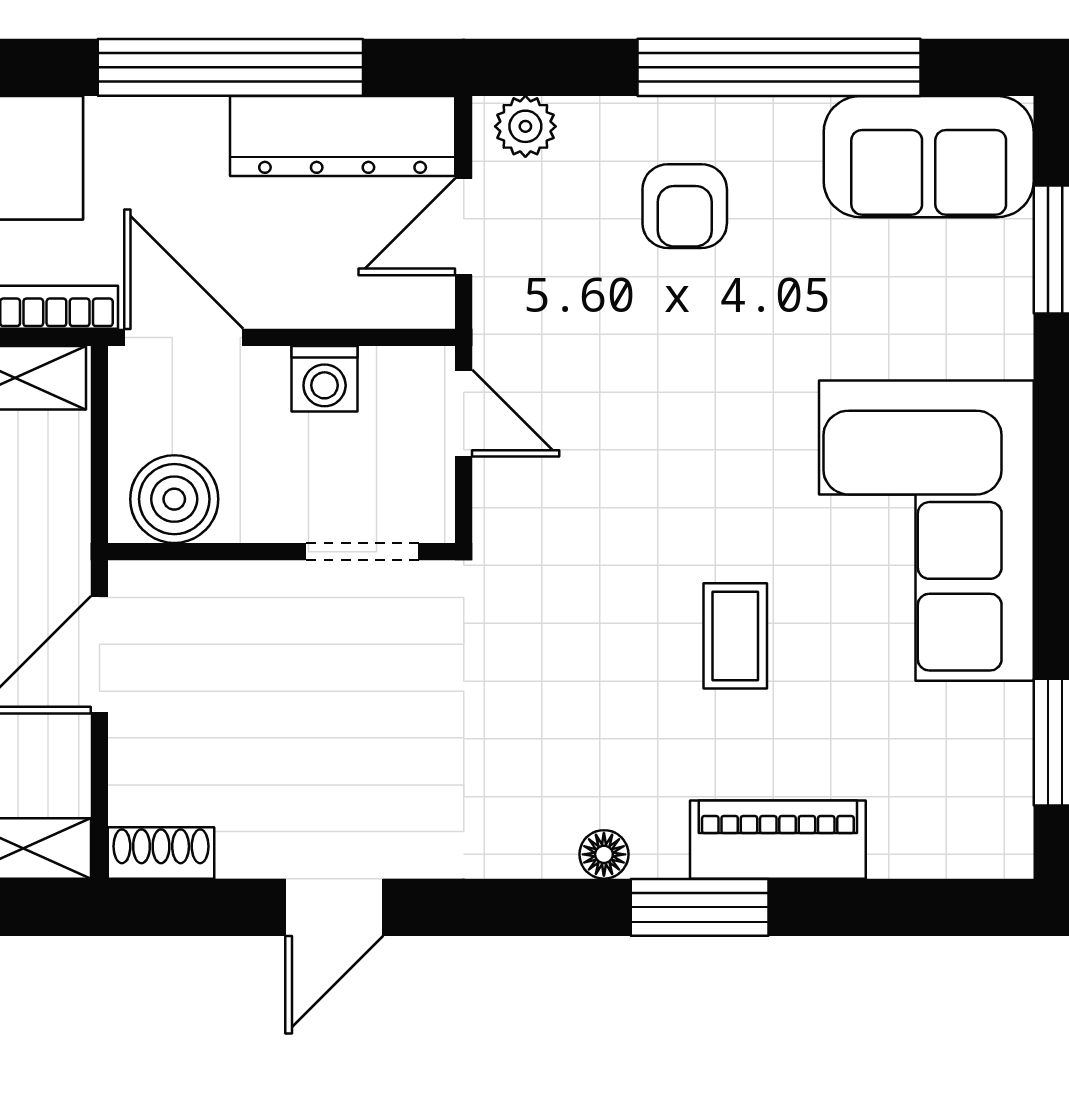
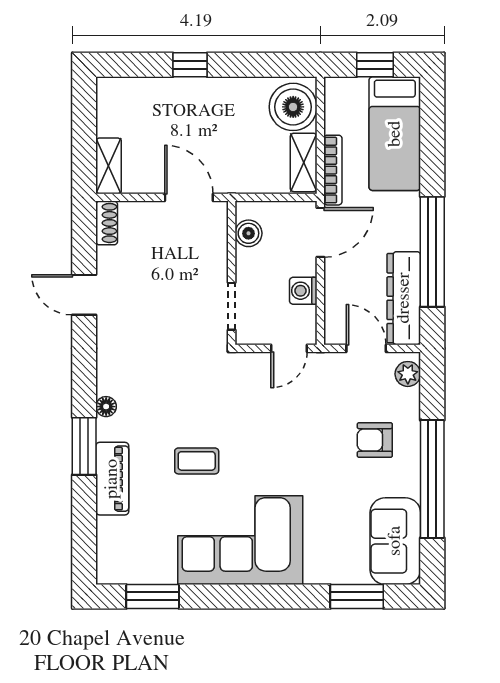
boiler: (174, 499) -> (248, 233), width x0.73, depth x0.73

